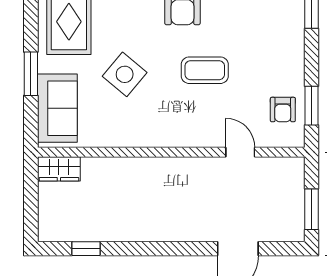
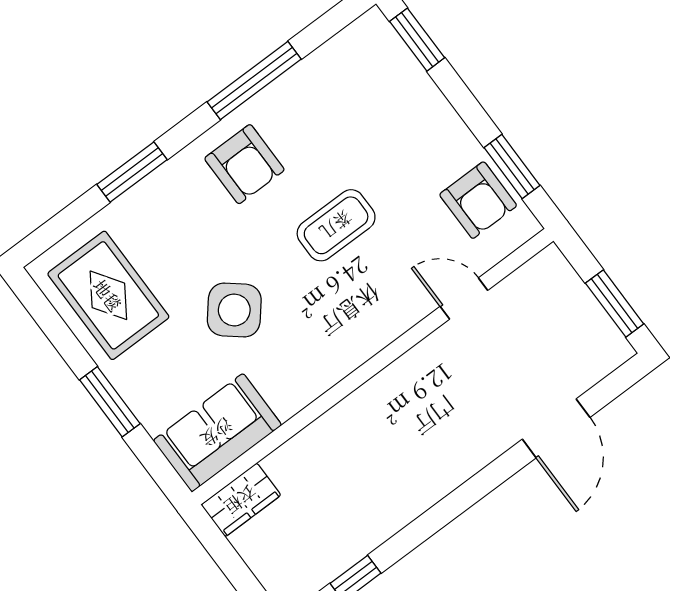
sofa: (57, 108) -> (217, 433), moved, turned -90
armchair: (283, 110) -> (478, 200), width x1.38, depth x1.38

